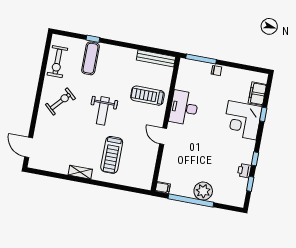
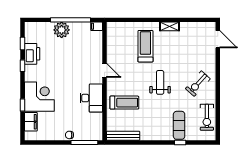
exercise bike: (57, 62) -> (207, 117), turned 180
printer: (244, 171) -> (32, 54), width x1.87, depth x1.48

